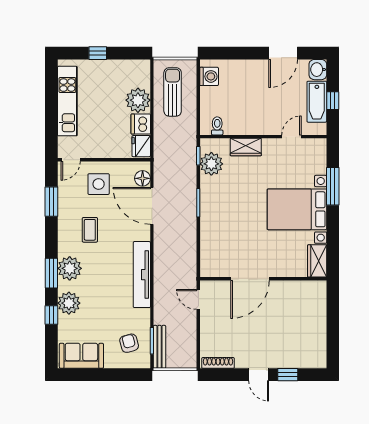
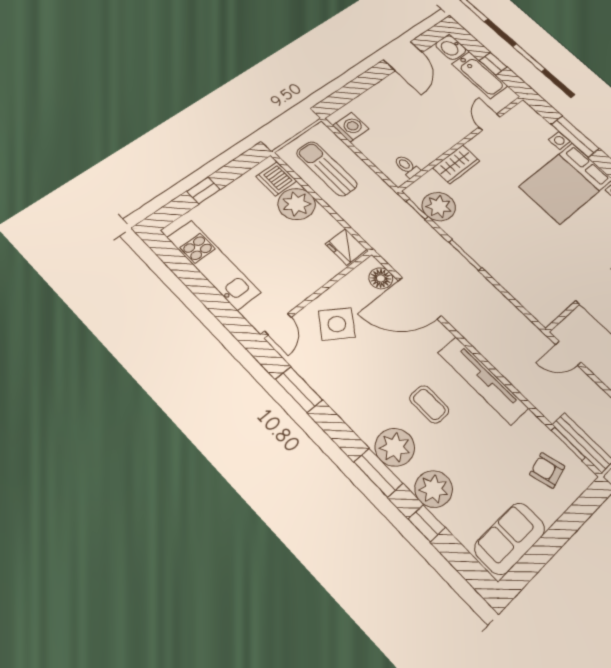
dishwasher: (141, 124) -> (276, 179), moved
side table: (99, 184) -> (337, 324), turned 35
coffee table: (90, 230) -> (429, 404), moved

